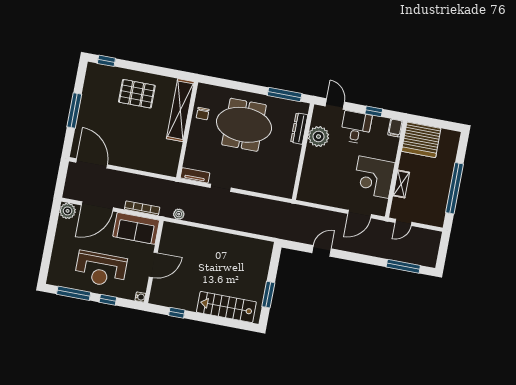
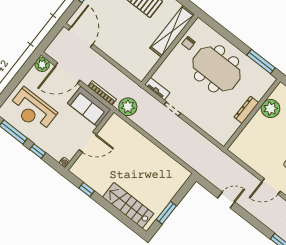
dresser: (299, 128) -> (246, 110), moved
plant: (179, 214) -> (128, 107), width x1.88, depth x1.88
reception desk: (101, 269) -> (33, 110), moved

